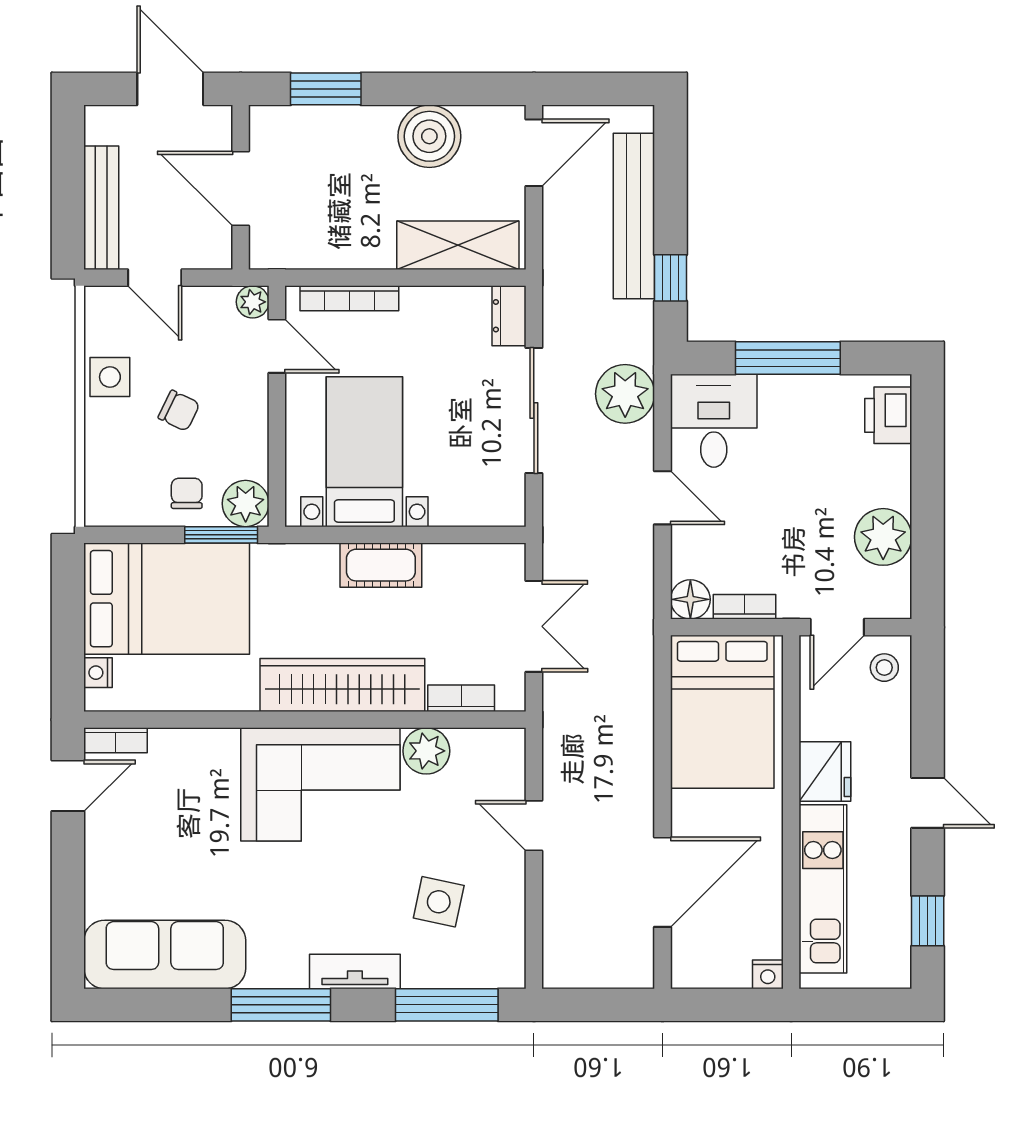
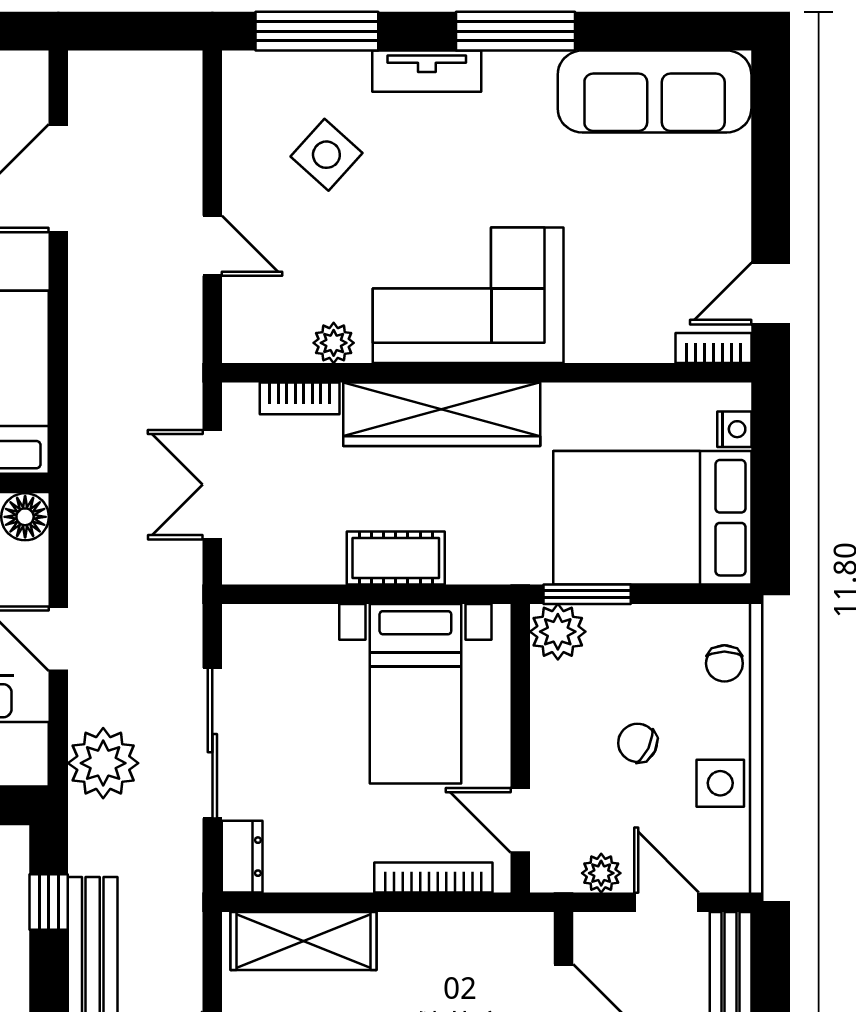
plant: (253, 302) -> (601, 873), moved
chair: (187, 493) -> (724, 663), moved
plant: (426, 751) -> (334, 343), width x0.73, depth x0.73
side table: (439, 902) -> (326, 155), turned 30

